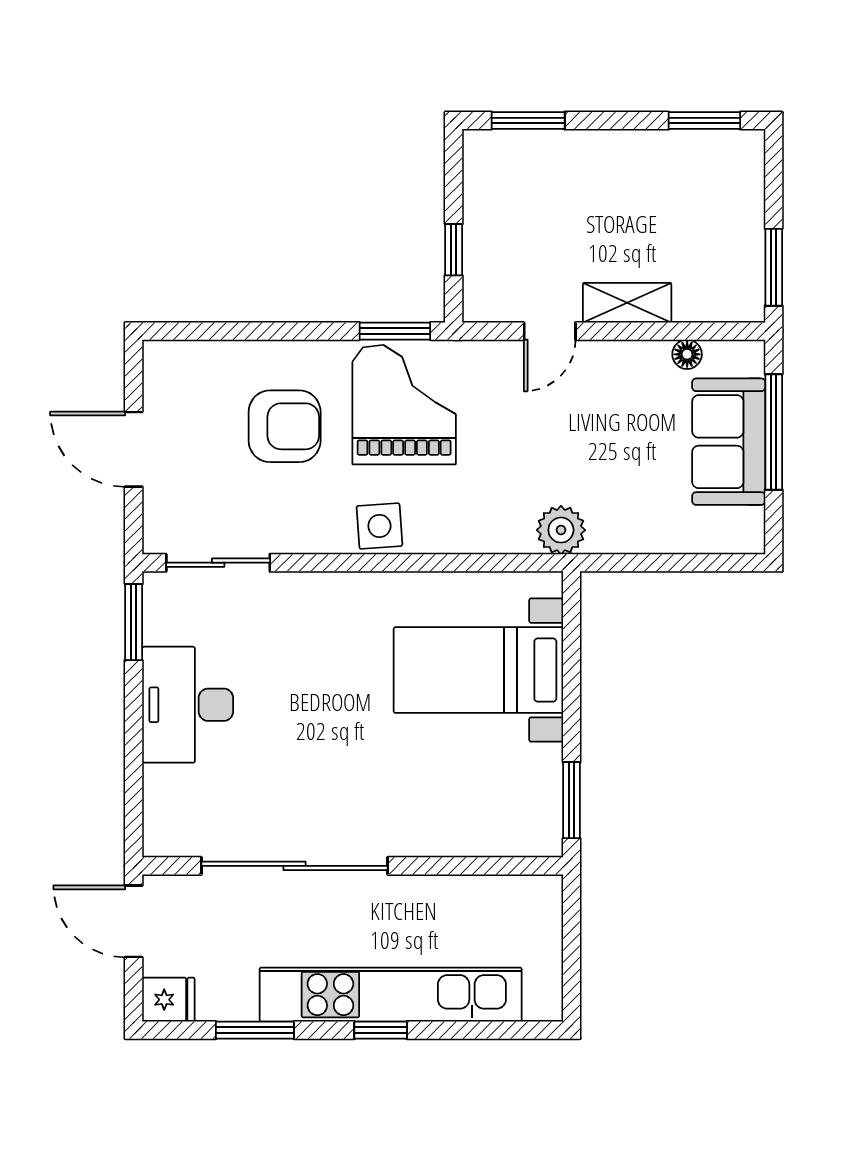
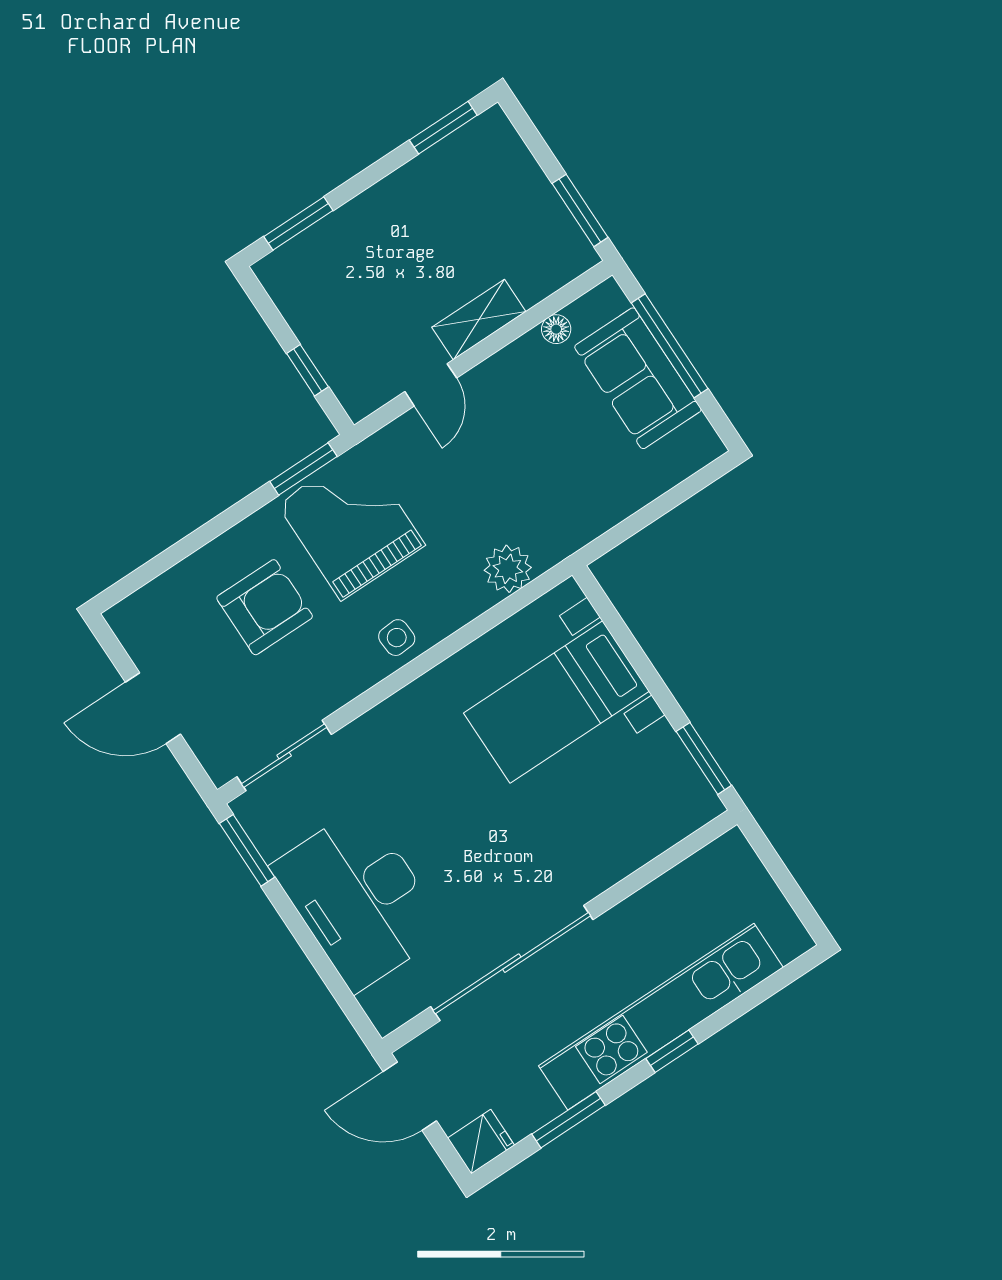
side table: (379, 526) -> (397, 638), width x0.73, depth x0.73
plant: (561, 530) -> (508, 569), moved
desk: (188, 705) -> (359, 899), width x1.36, depth x1.30

